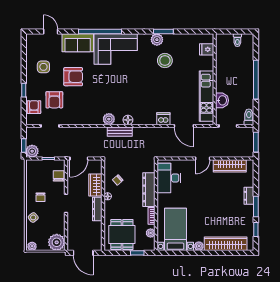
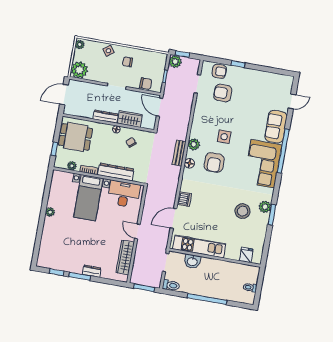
side table: (43, 67) -> (224, 137), moved
armchair: (73, 77) -> (214, 162), moved
bed with nightstands: (175, 229) -> (88, 198), moved, turned 90
wardrobe: (226, 244) -> (48, 239), removed

